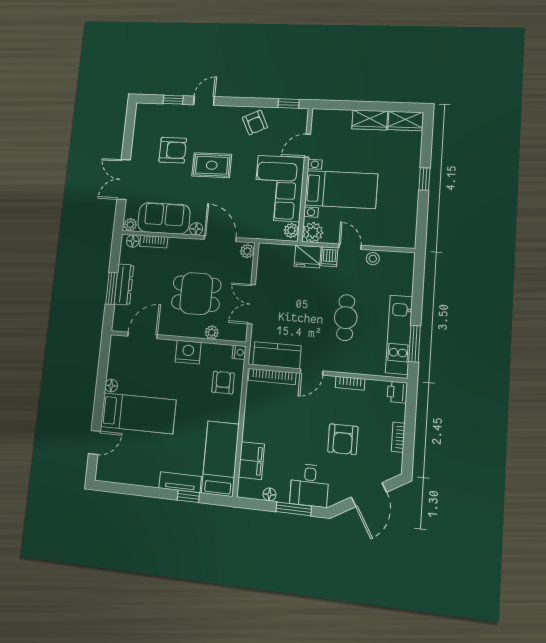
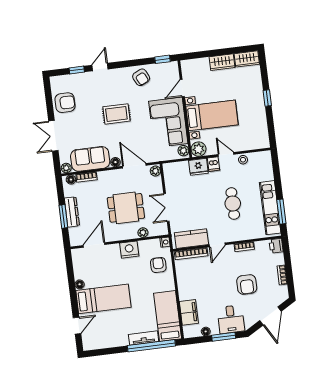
armchair: (173, 150) -> (65, 103), moved
window: (188, 496) -> (151, 346), width x3.17

